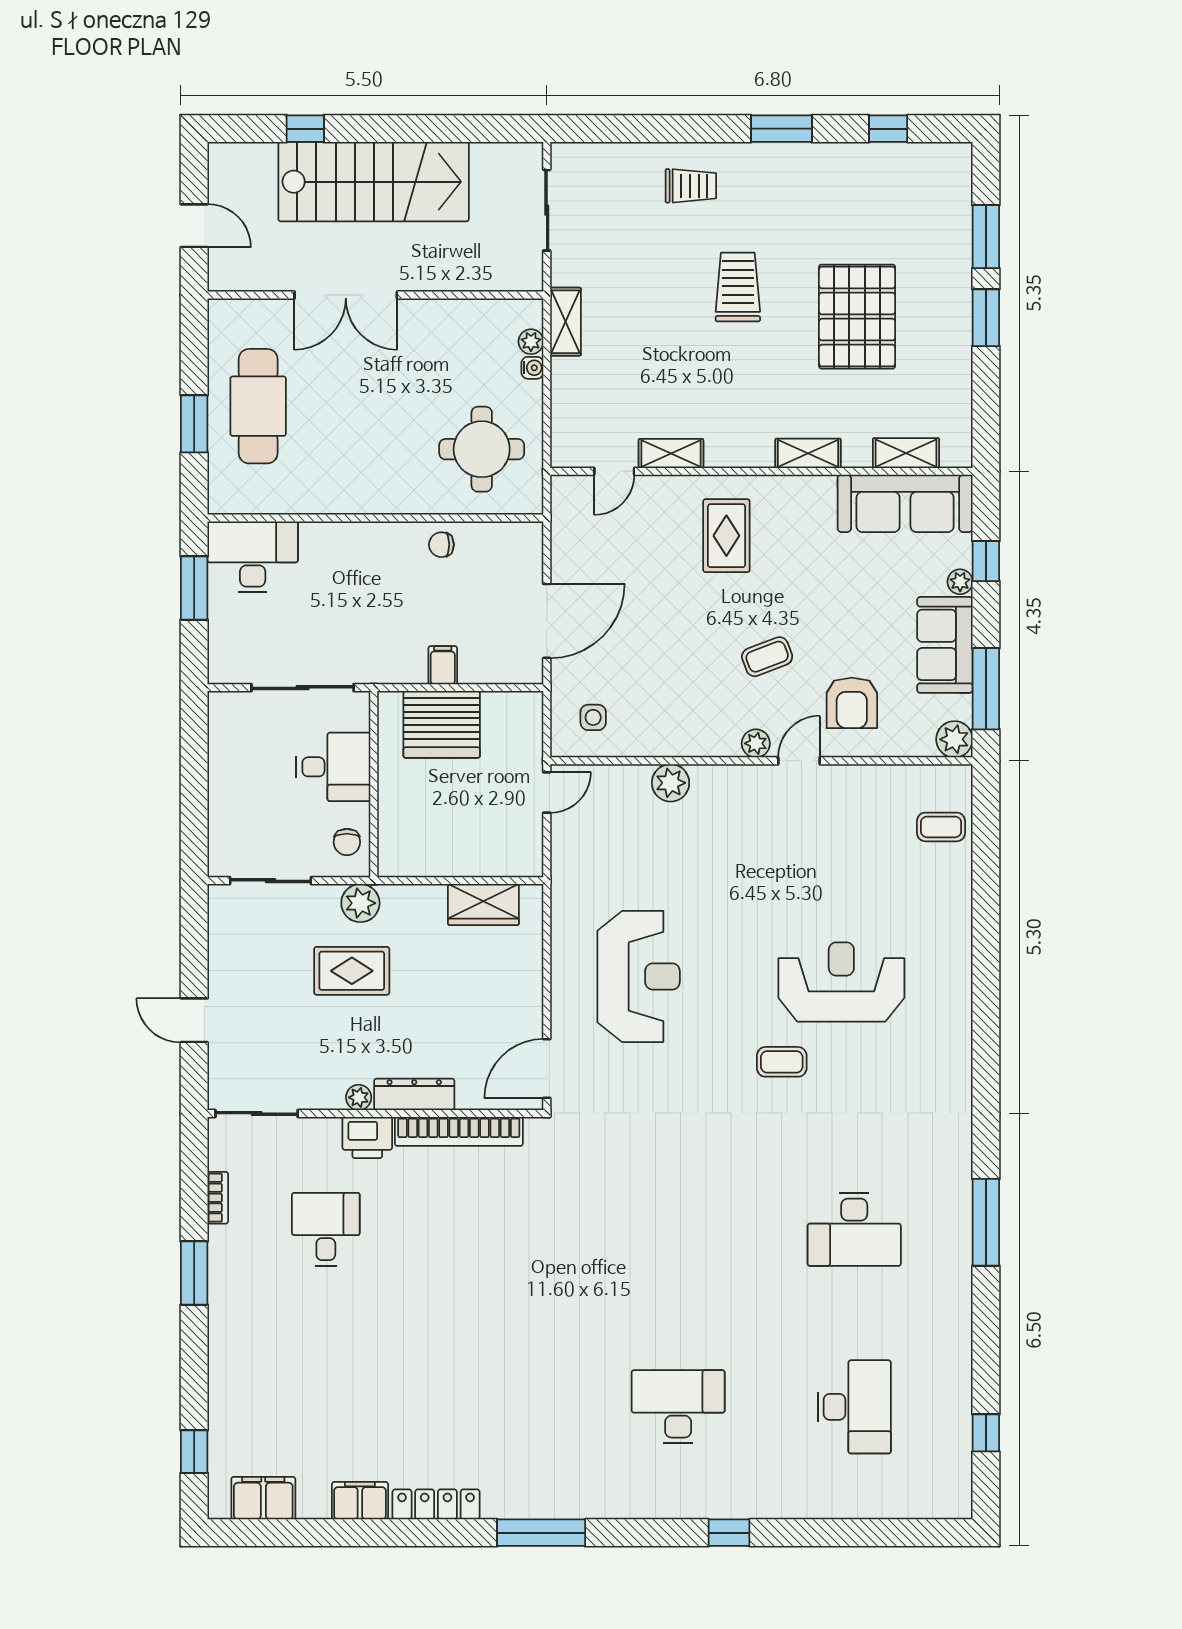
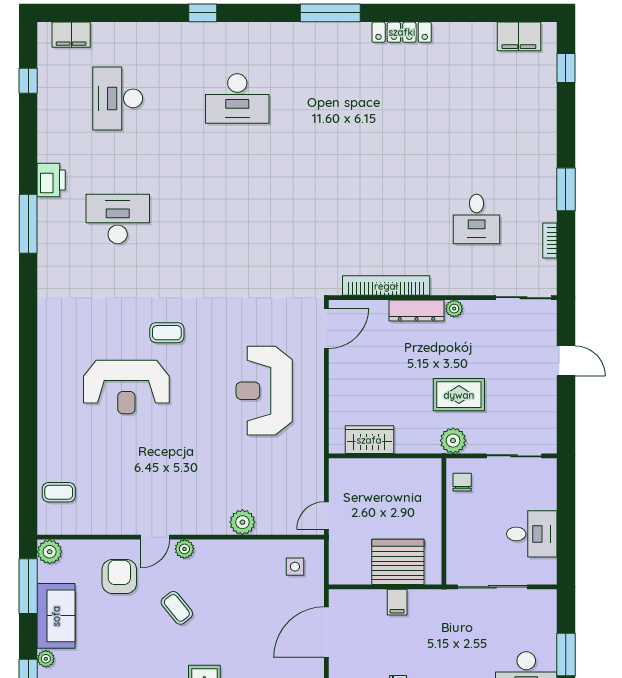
coffee table: (767, 657) -> (177, 608), turned 72
desk: (333, 767) -> (532, 534), moved, turned 180
printer: (367, 1137) -> (51, 180), moved, turned 90
filing cabinet: (360, 1501) -> (71, 35), moved

